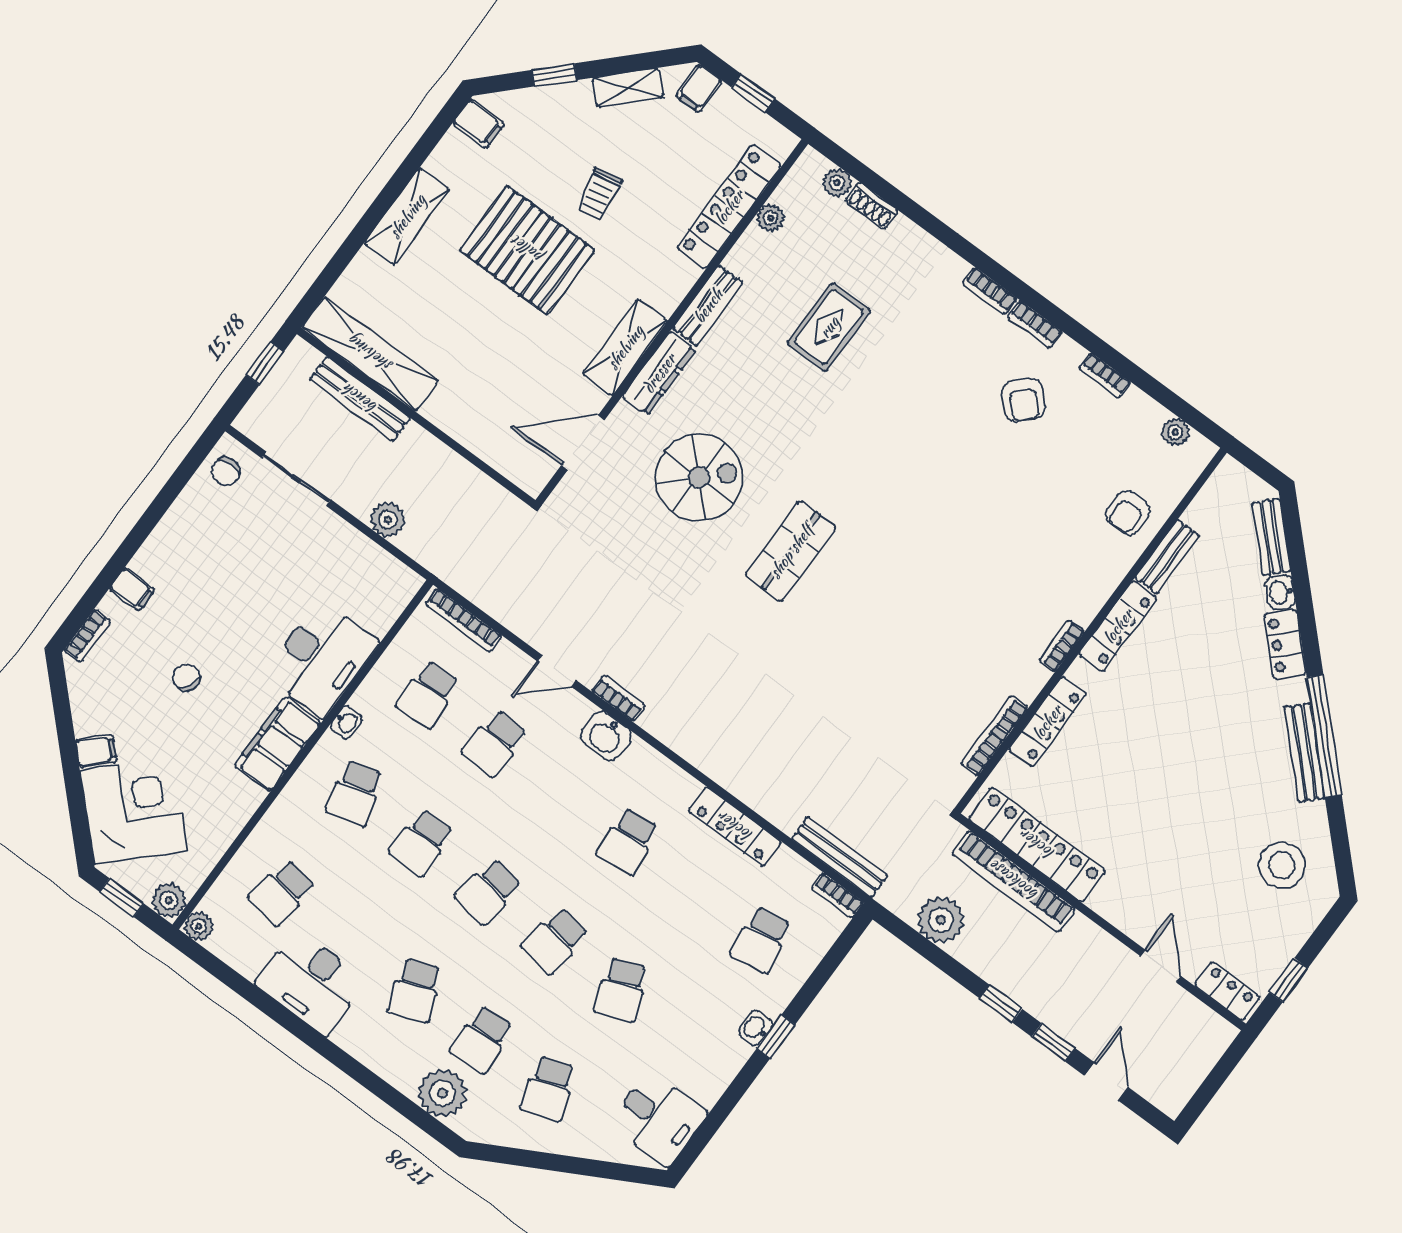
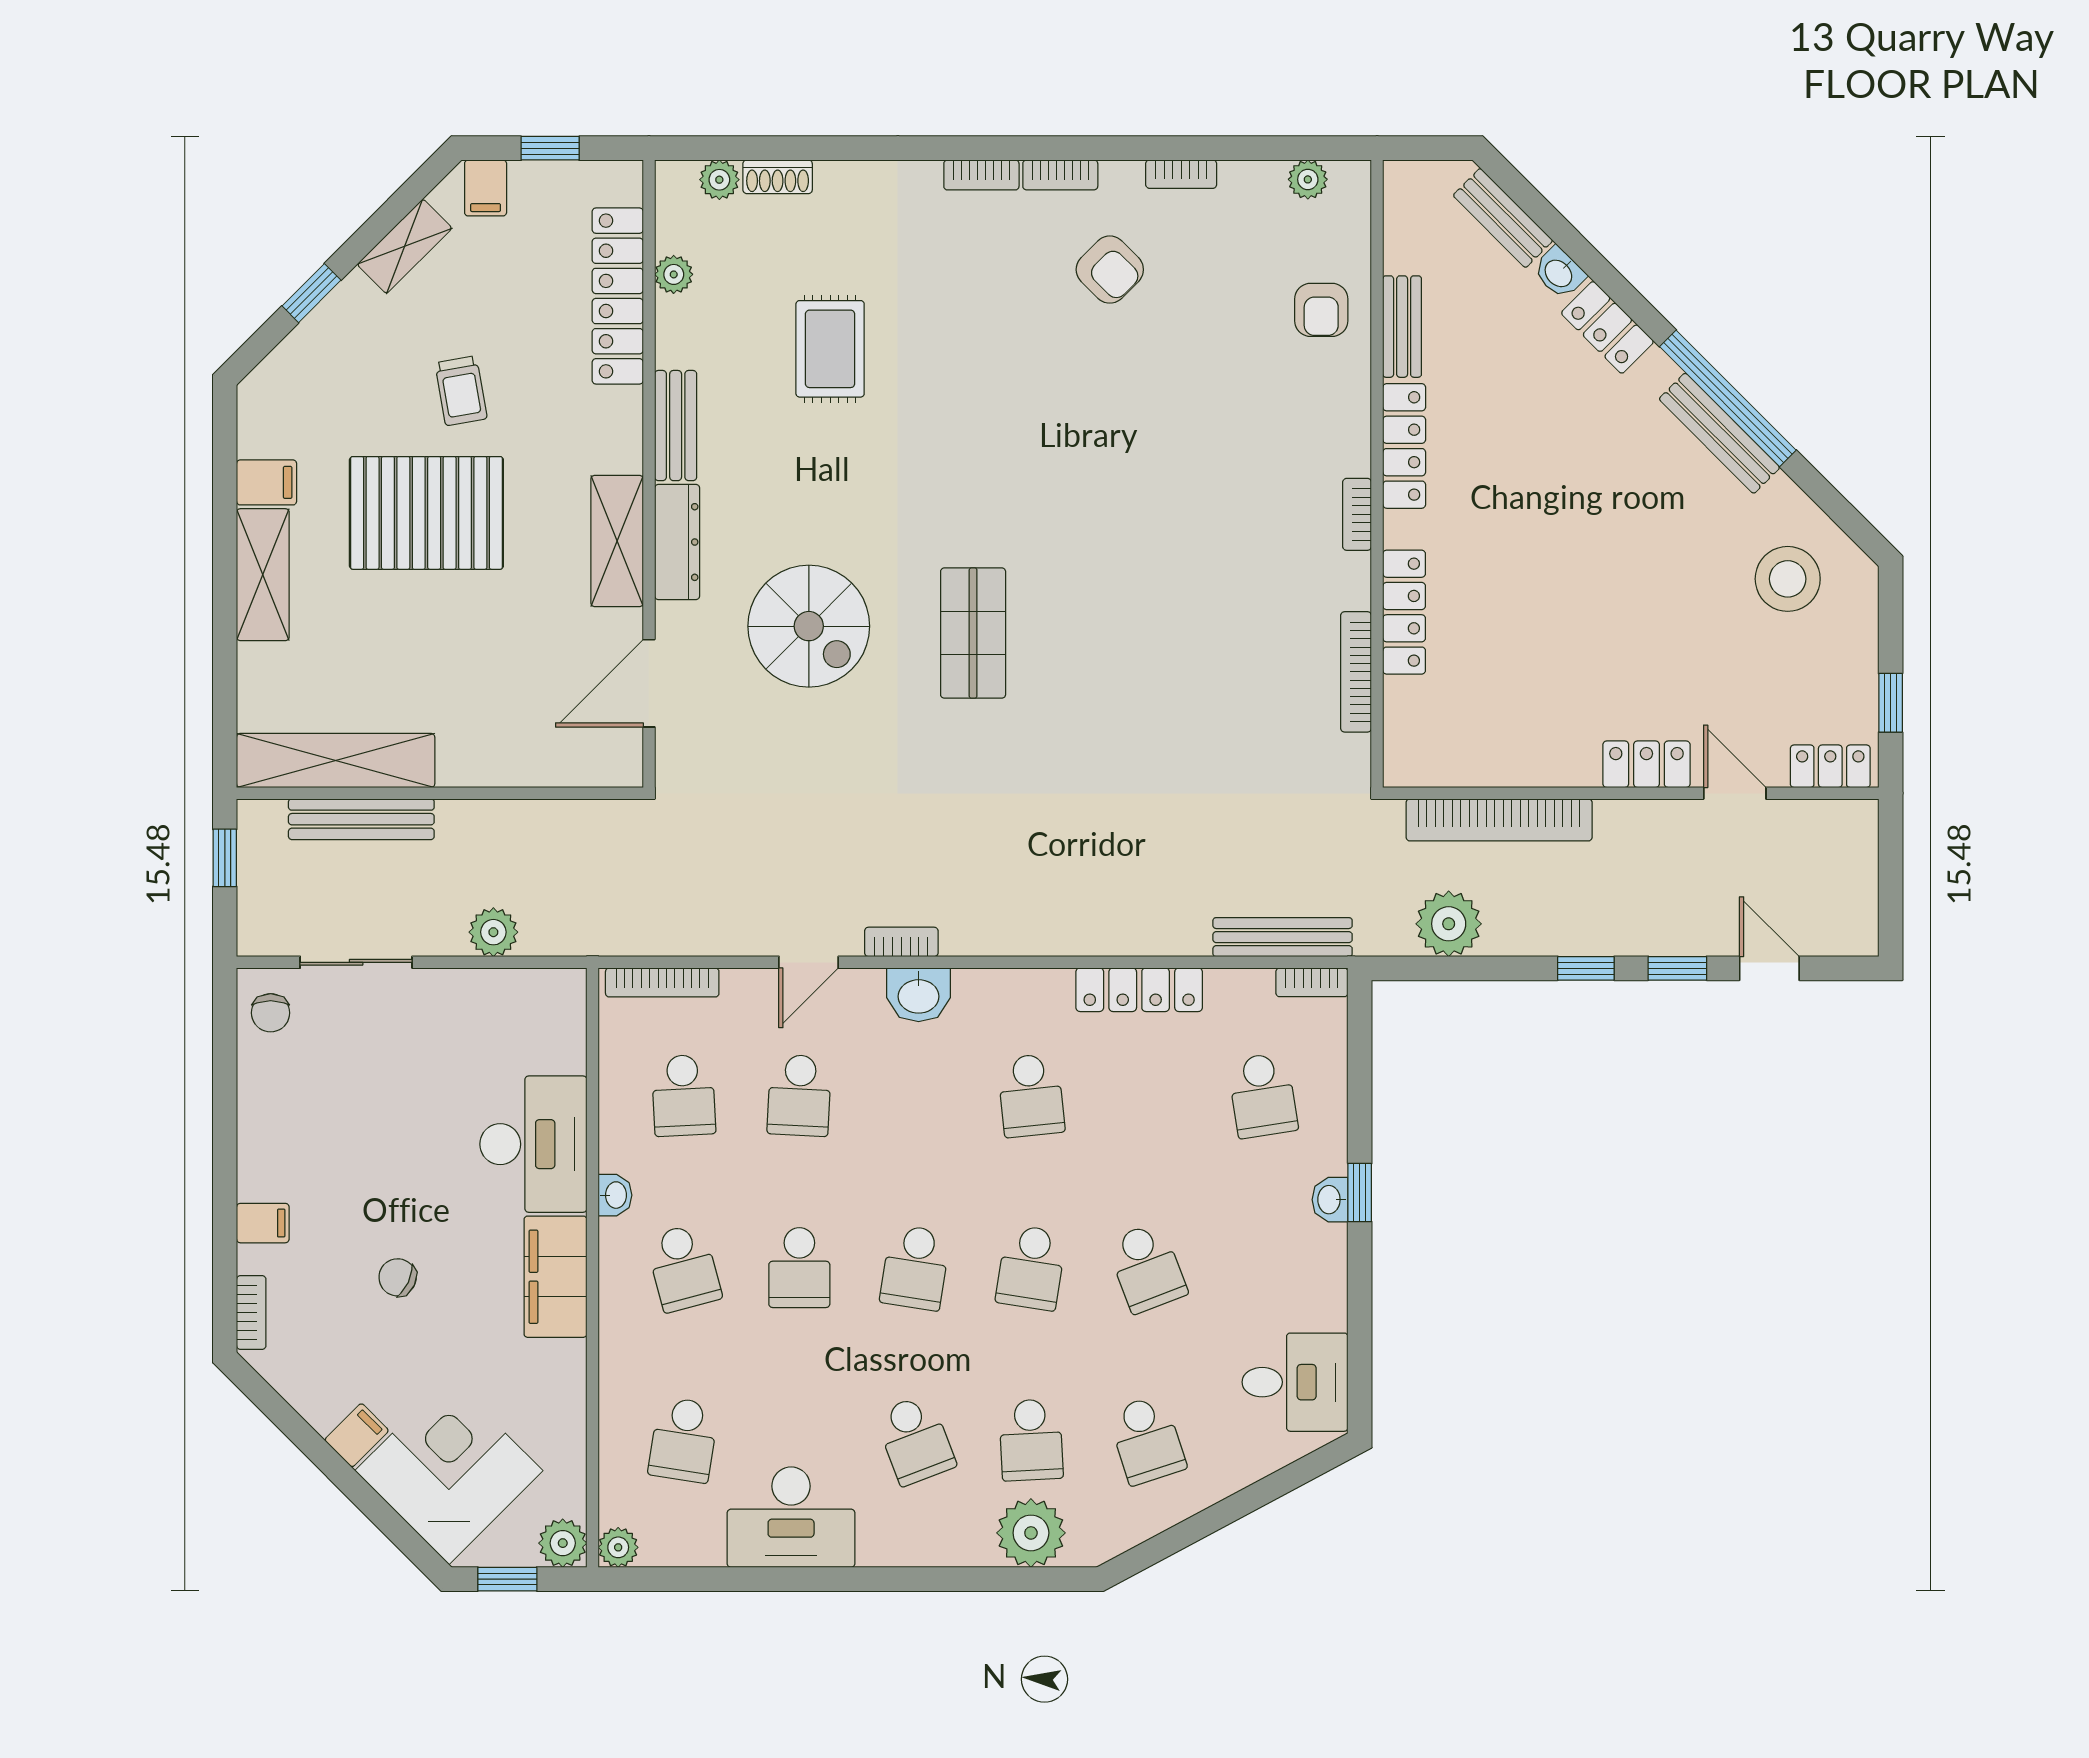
filing cabinet: (479, 123) -> (267, 482), moved
spiral stairs: (699, 477) -> (809, 626), turned 90
locker: (1037, 845) -> (1646, 764), moved, width x0.46, depth x0.83

